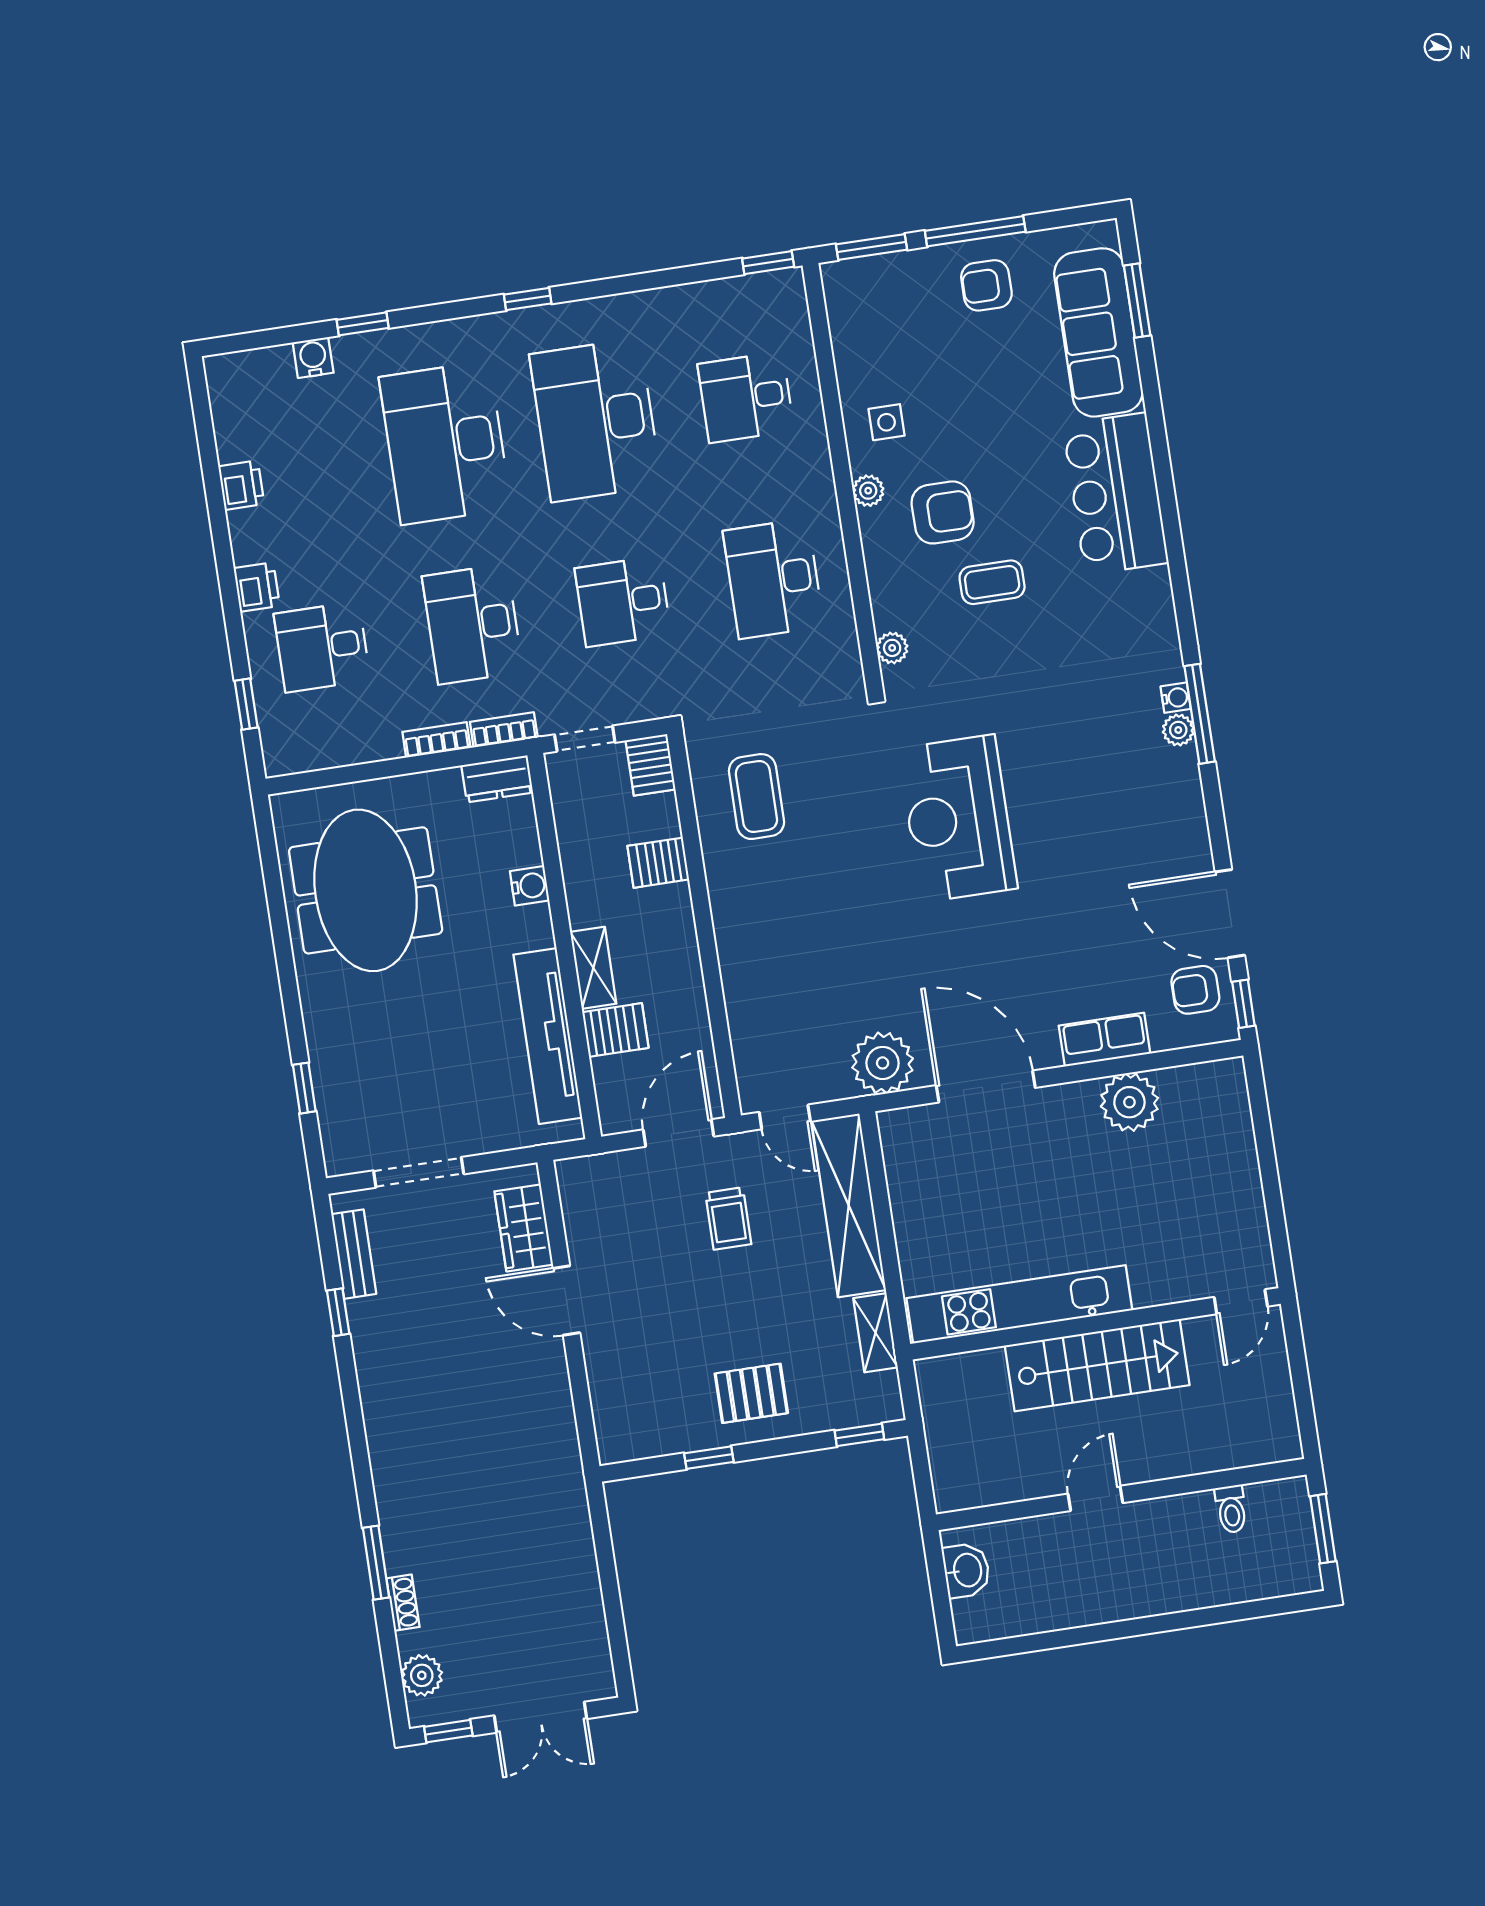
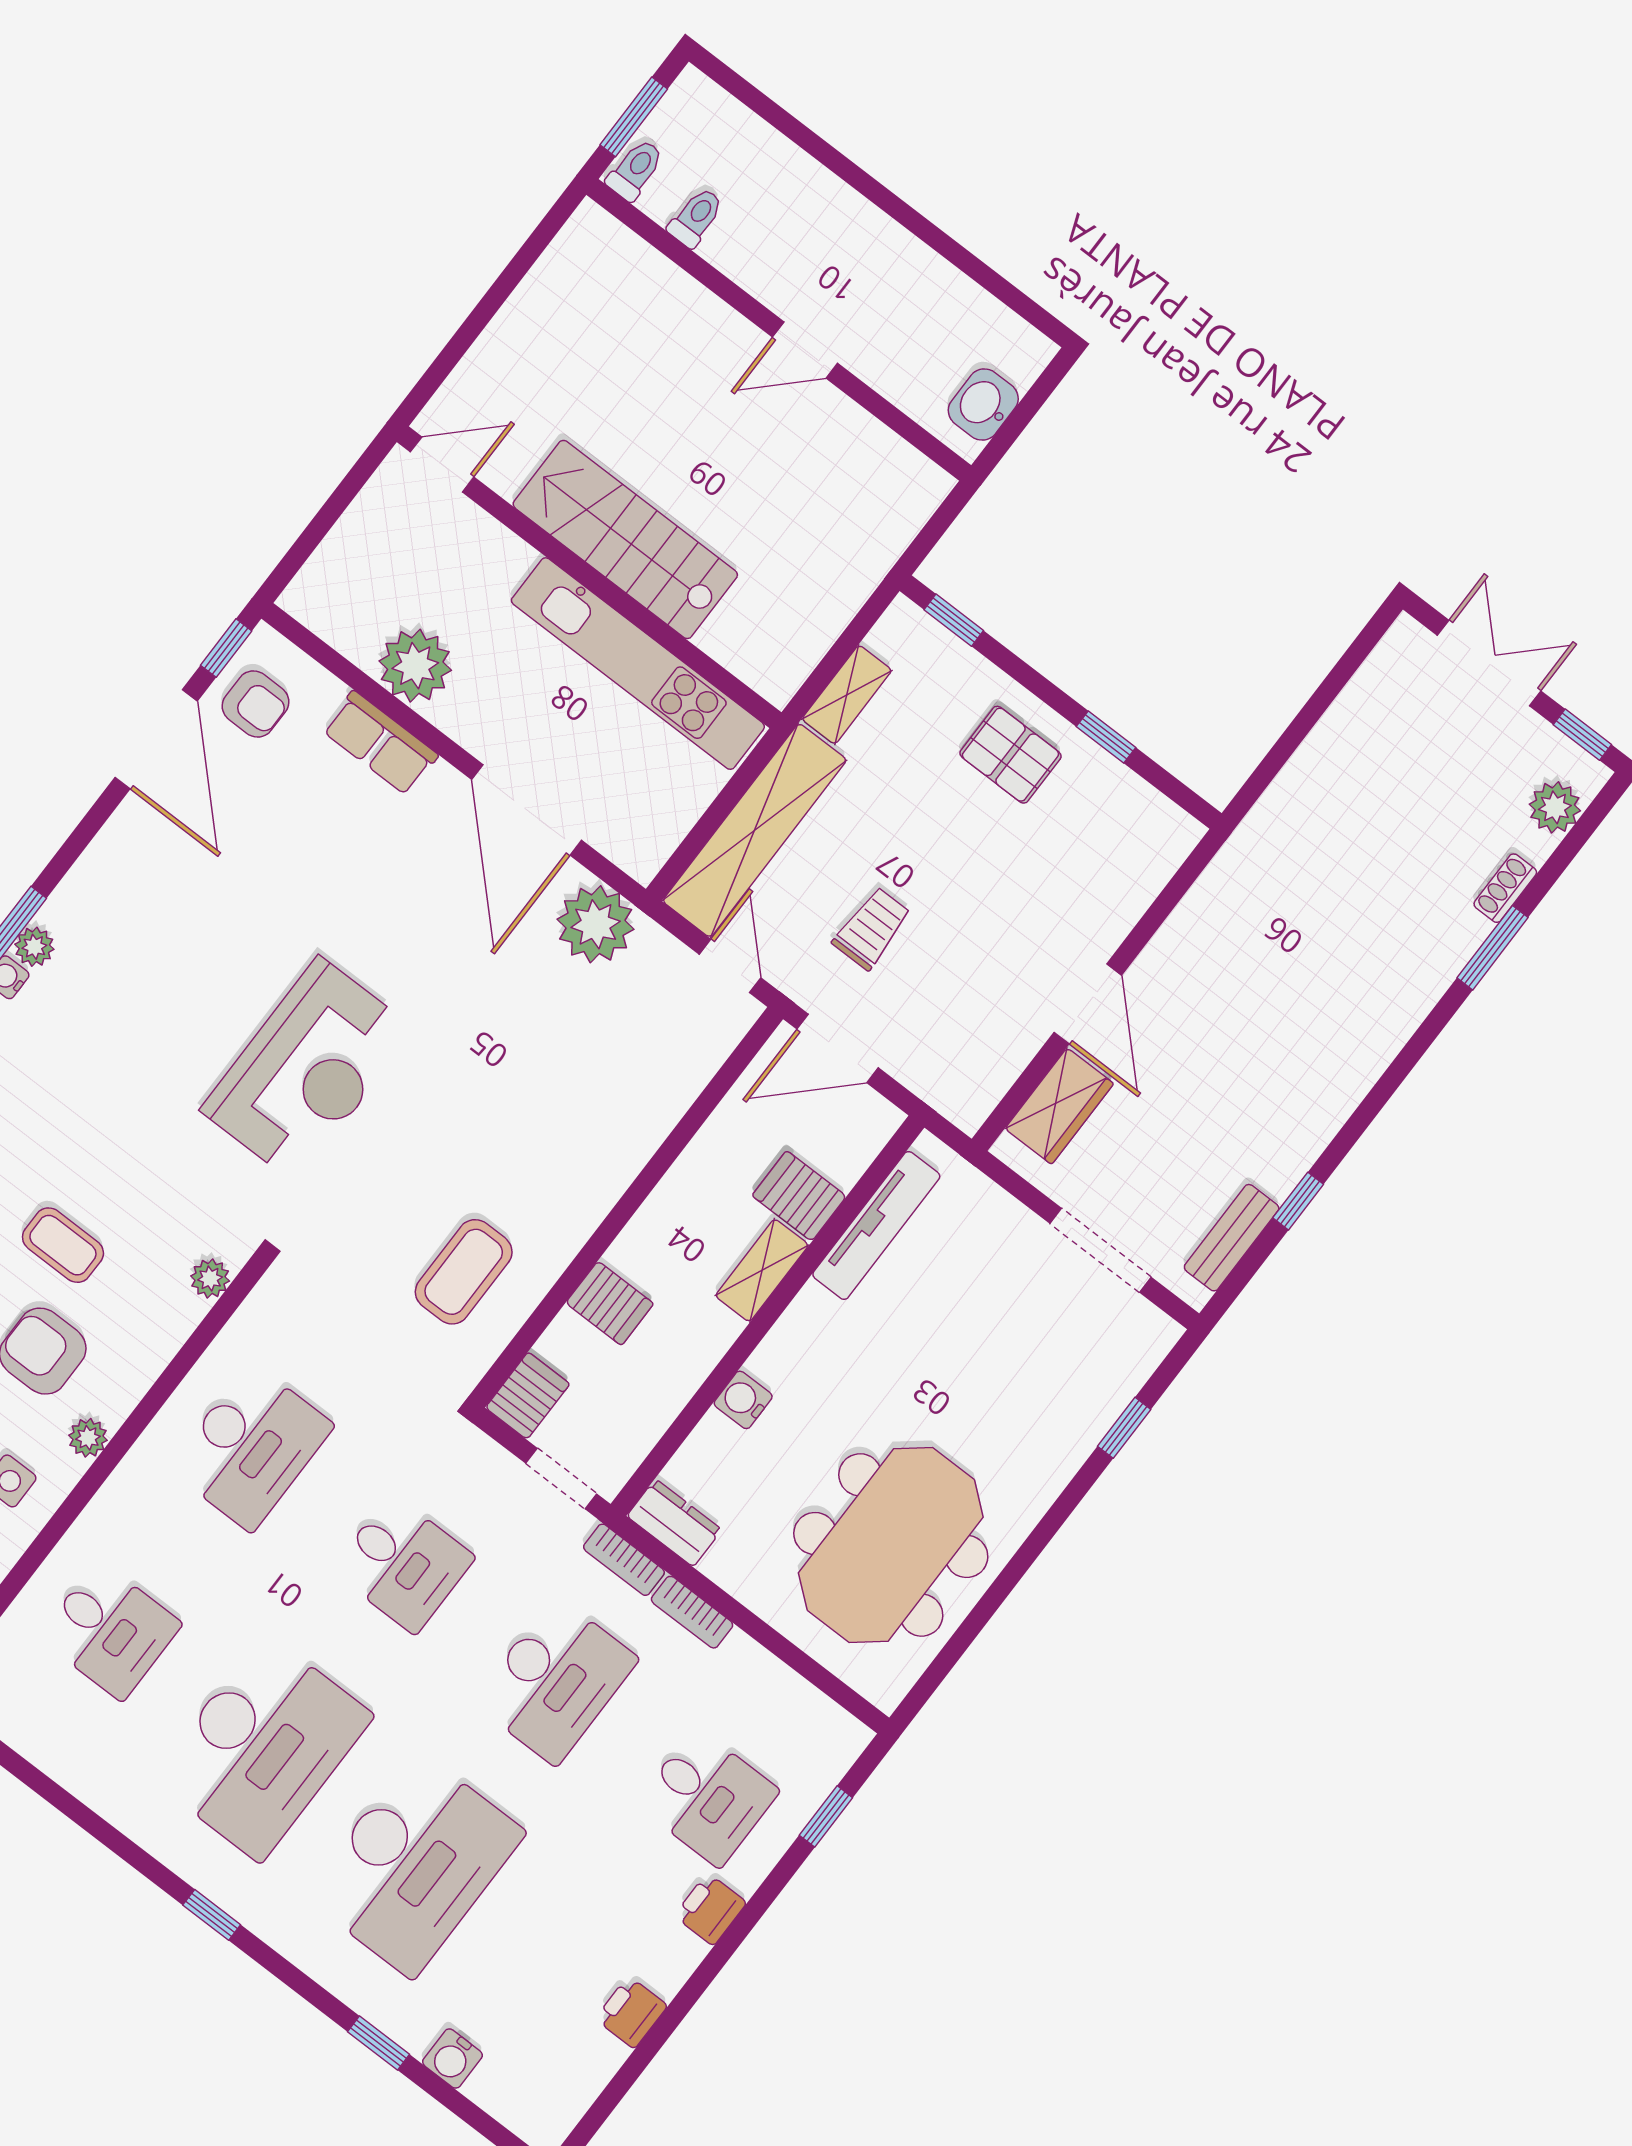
tv unit: (548, 1036) -> (876, 1225), width x0.73, depth x0.78
door: (1241, 1302) -> (442, 464), moved
kitchen unit: (1019, 1304) -> (638, 664), moved
wall: (1096, 1324) -> (589, 577), moved
stairs: (1097, 1365) -> (625, 539), moved
toilet: (1292, 1501) -> (635, 170), added

